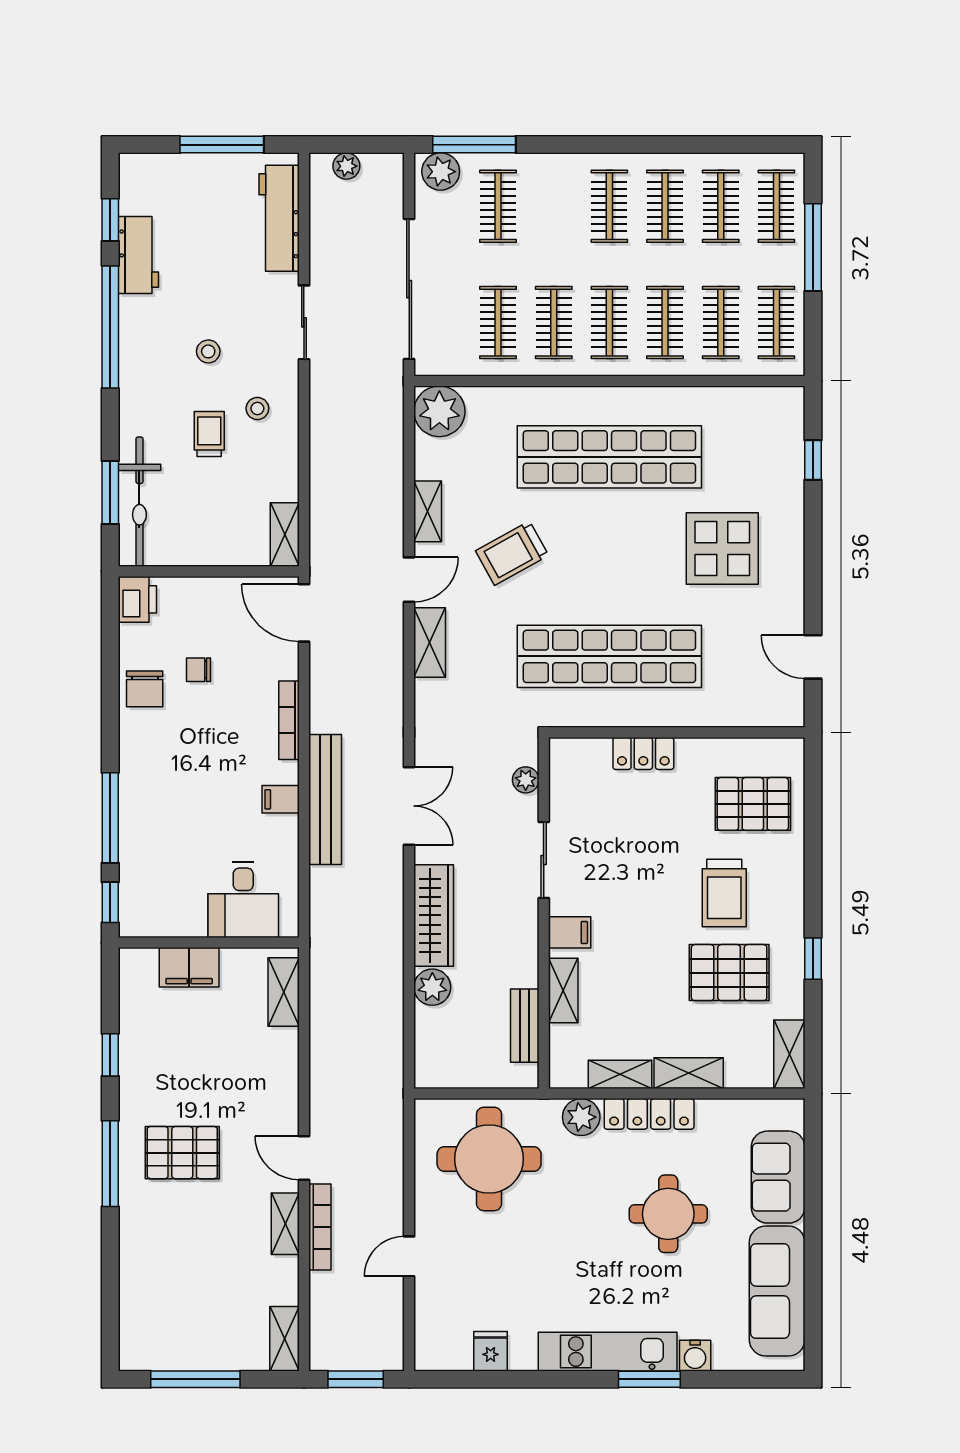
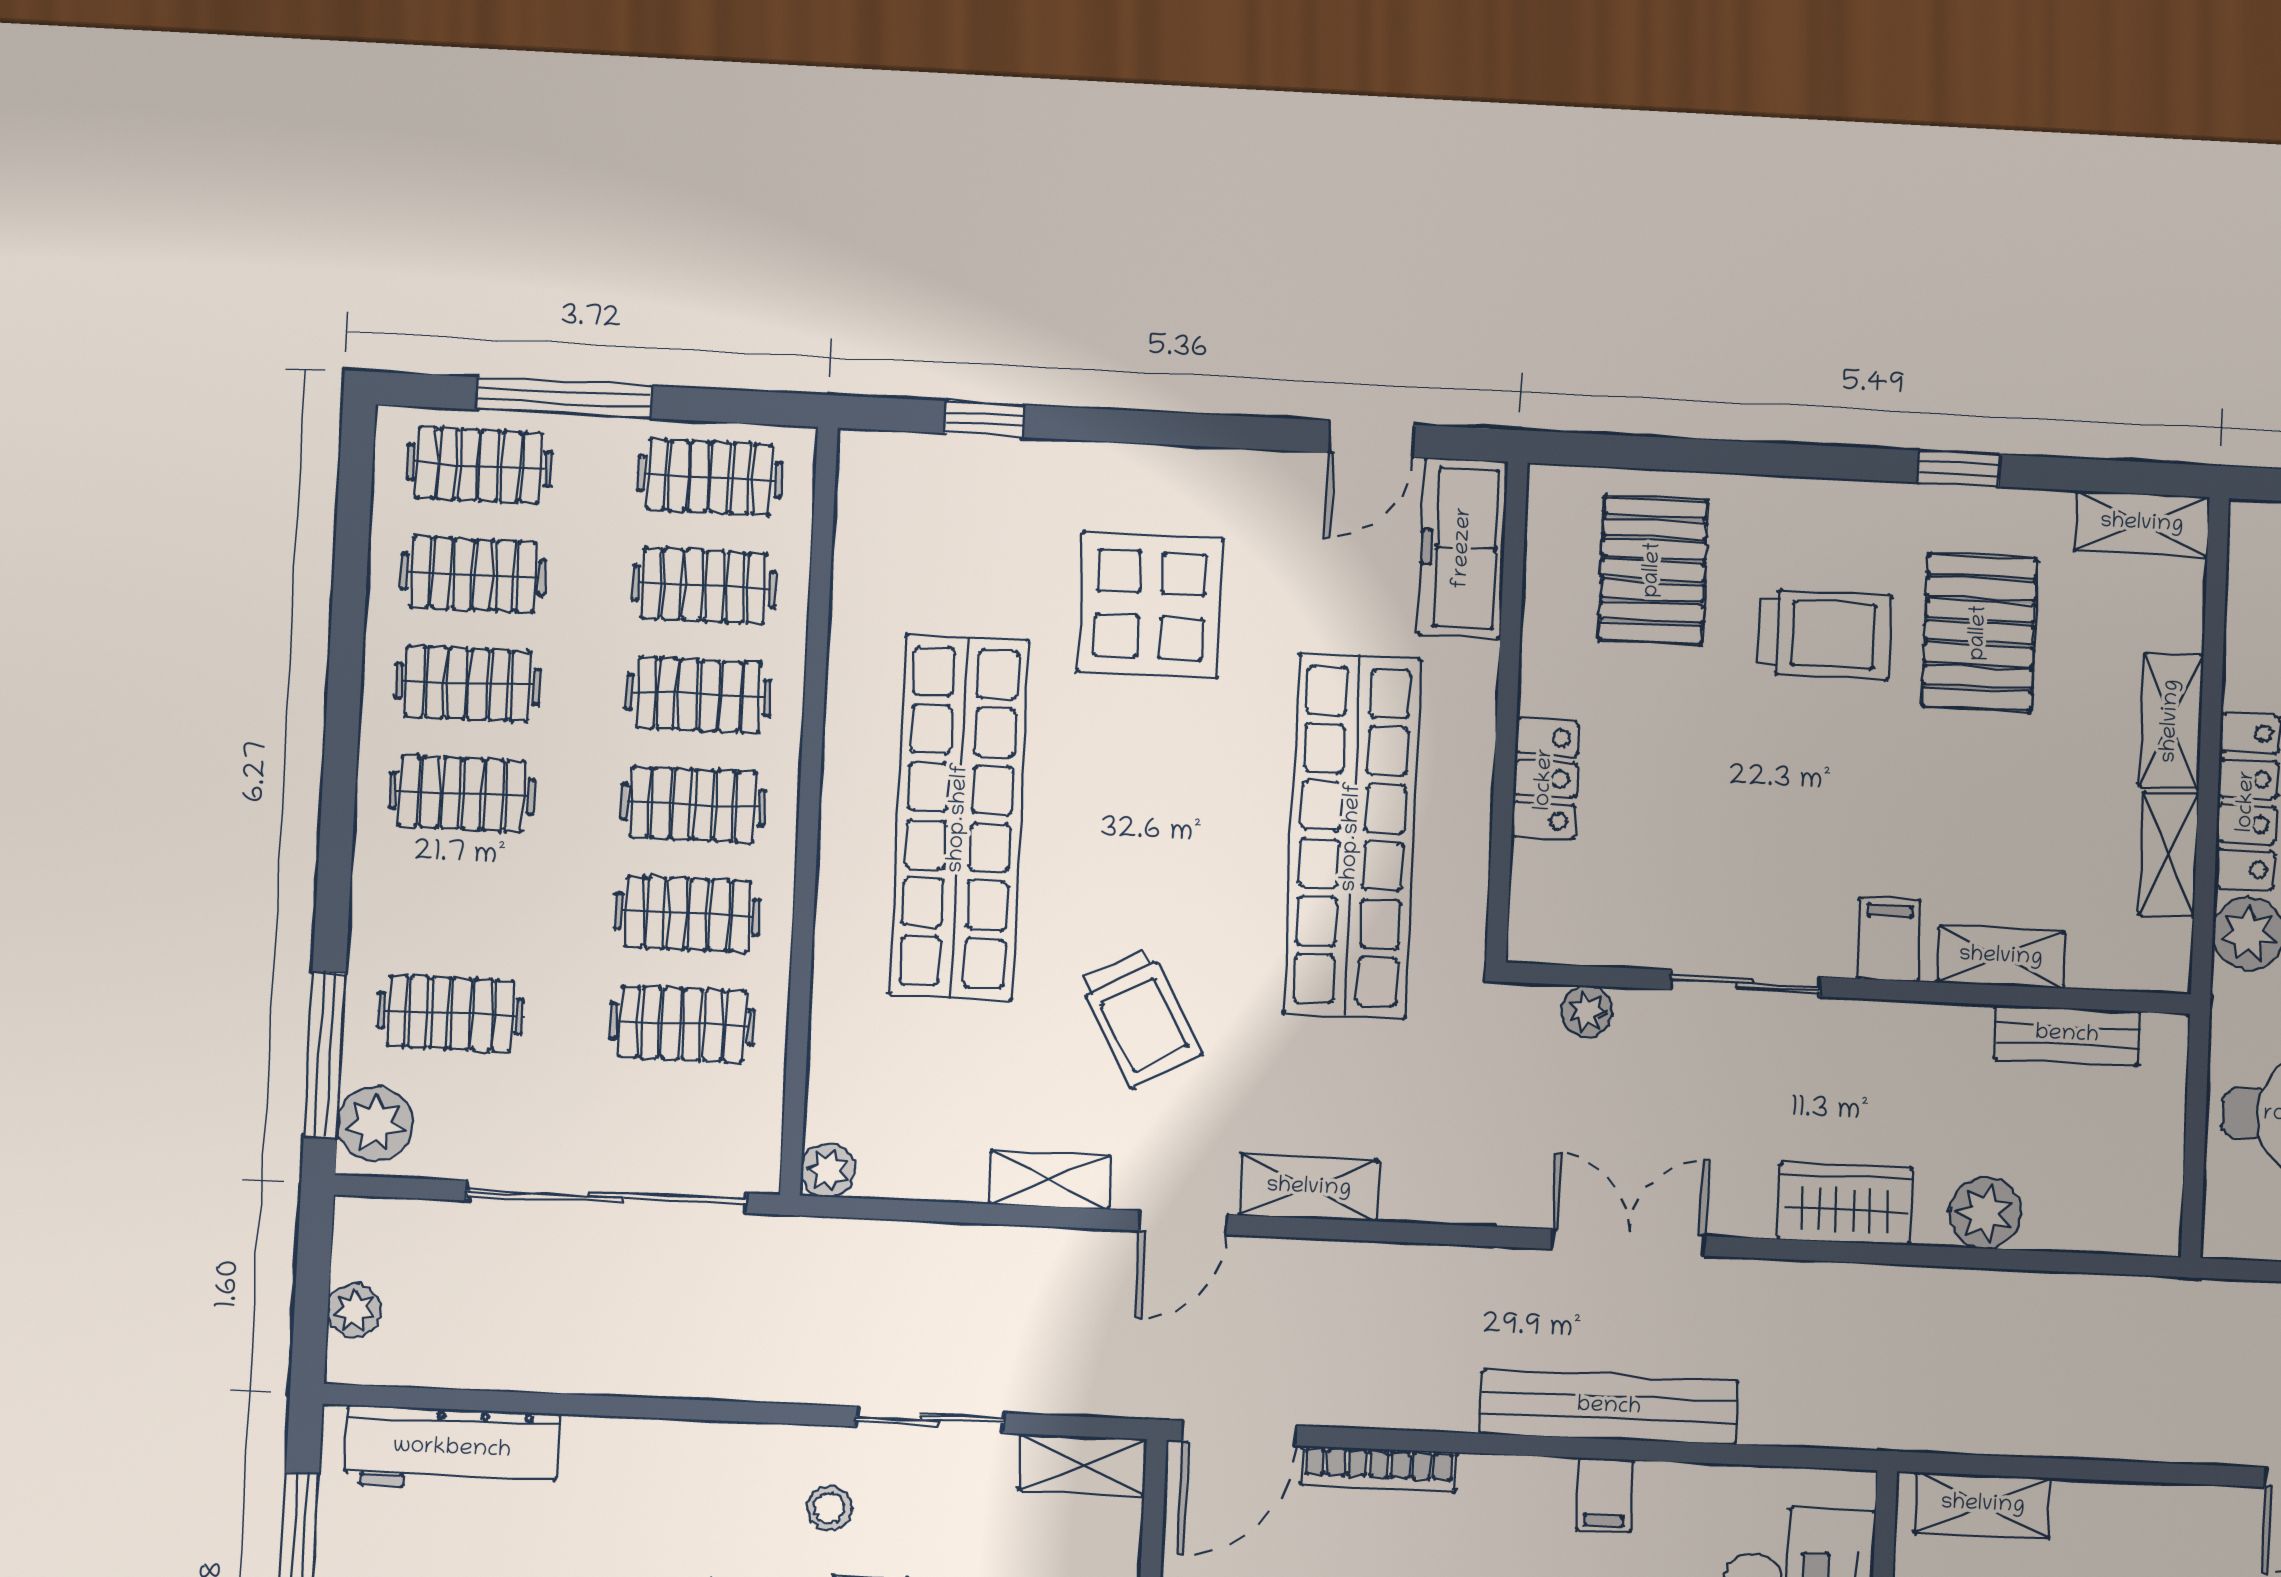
sliding door: (304, 322) -> (930, 1420), moved
plant: (439, 411) -> (828, 1170), width x0.53, depth x0.53
door: (409, 580) -> (1183, 1223), swing flipped
freezer: (759, 706) -> (1463, 548), added
bookcase: (289, 720) -> (1379, 1469), moved
wardrobe: (434, 915) -> (1845, 1204), width x0.67

